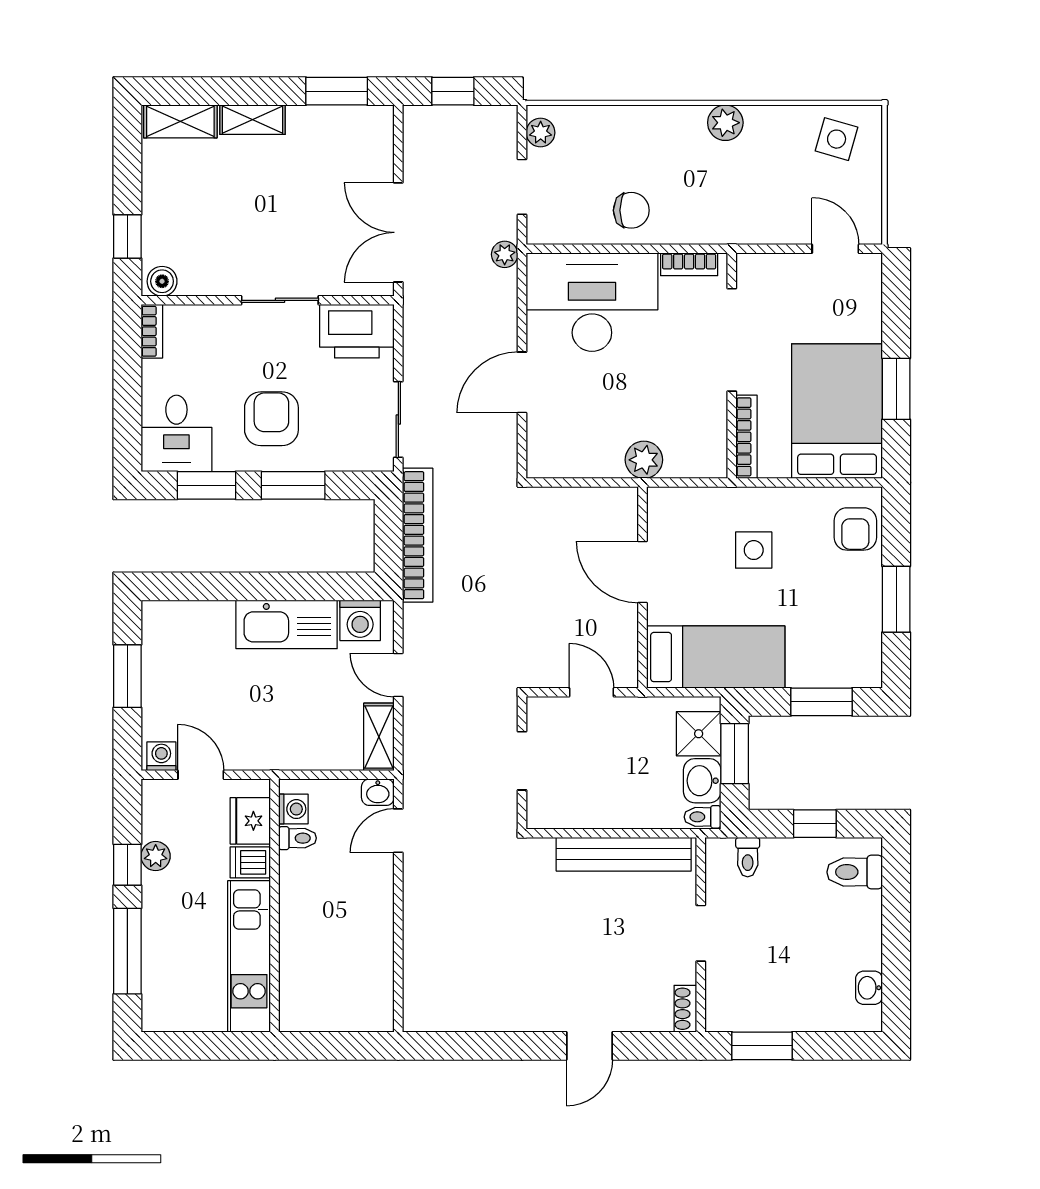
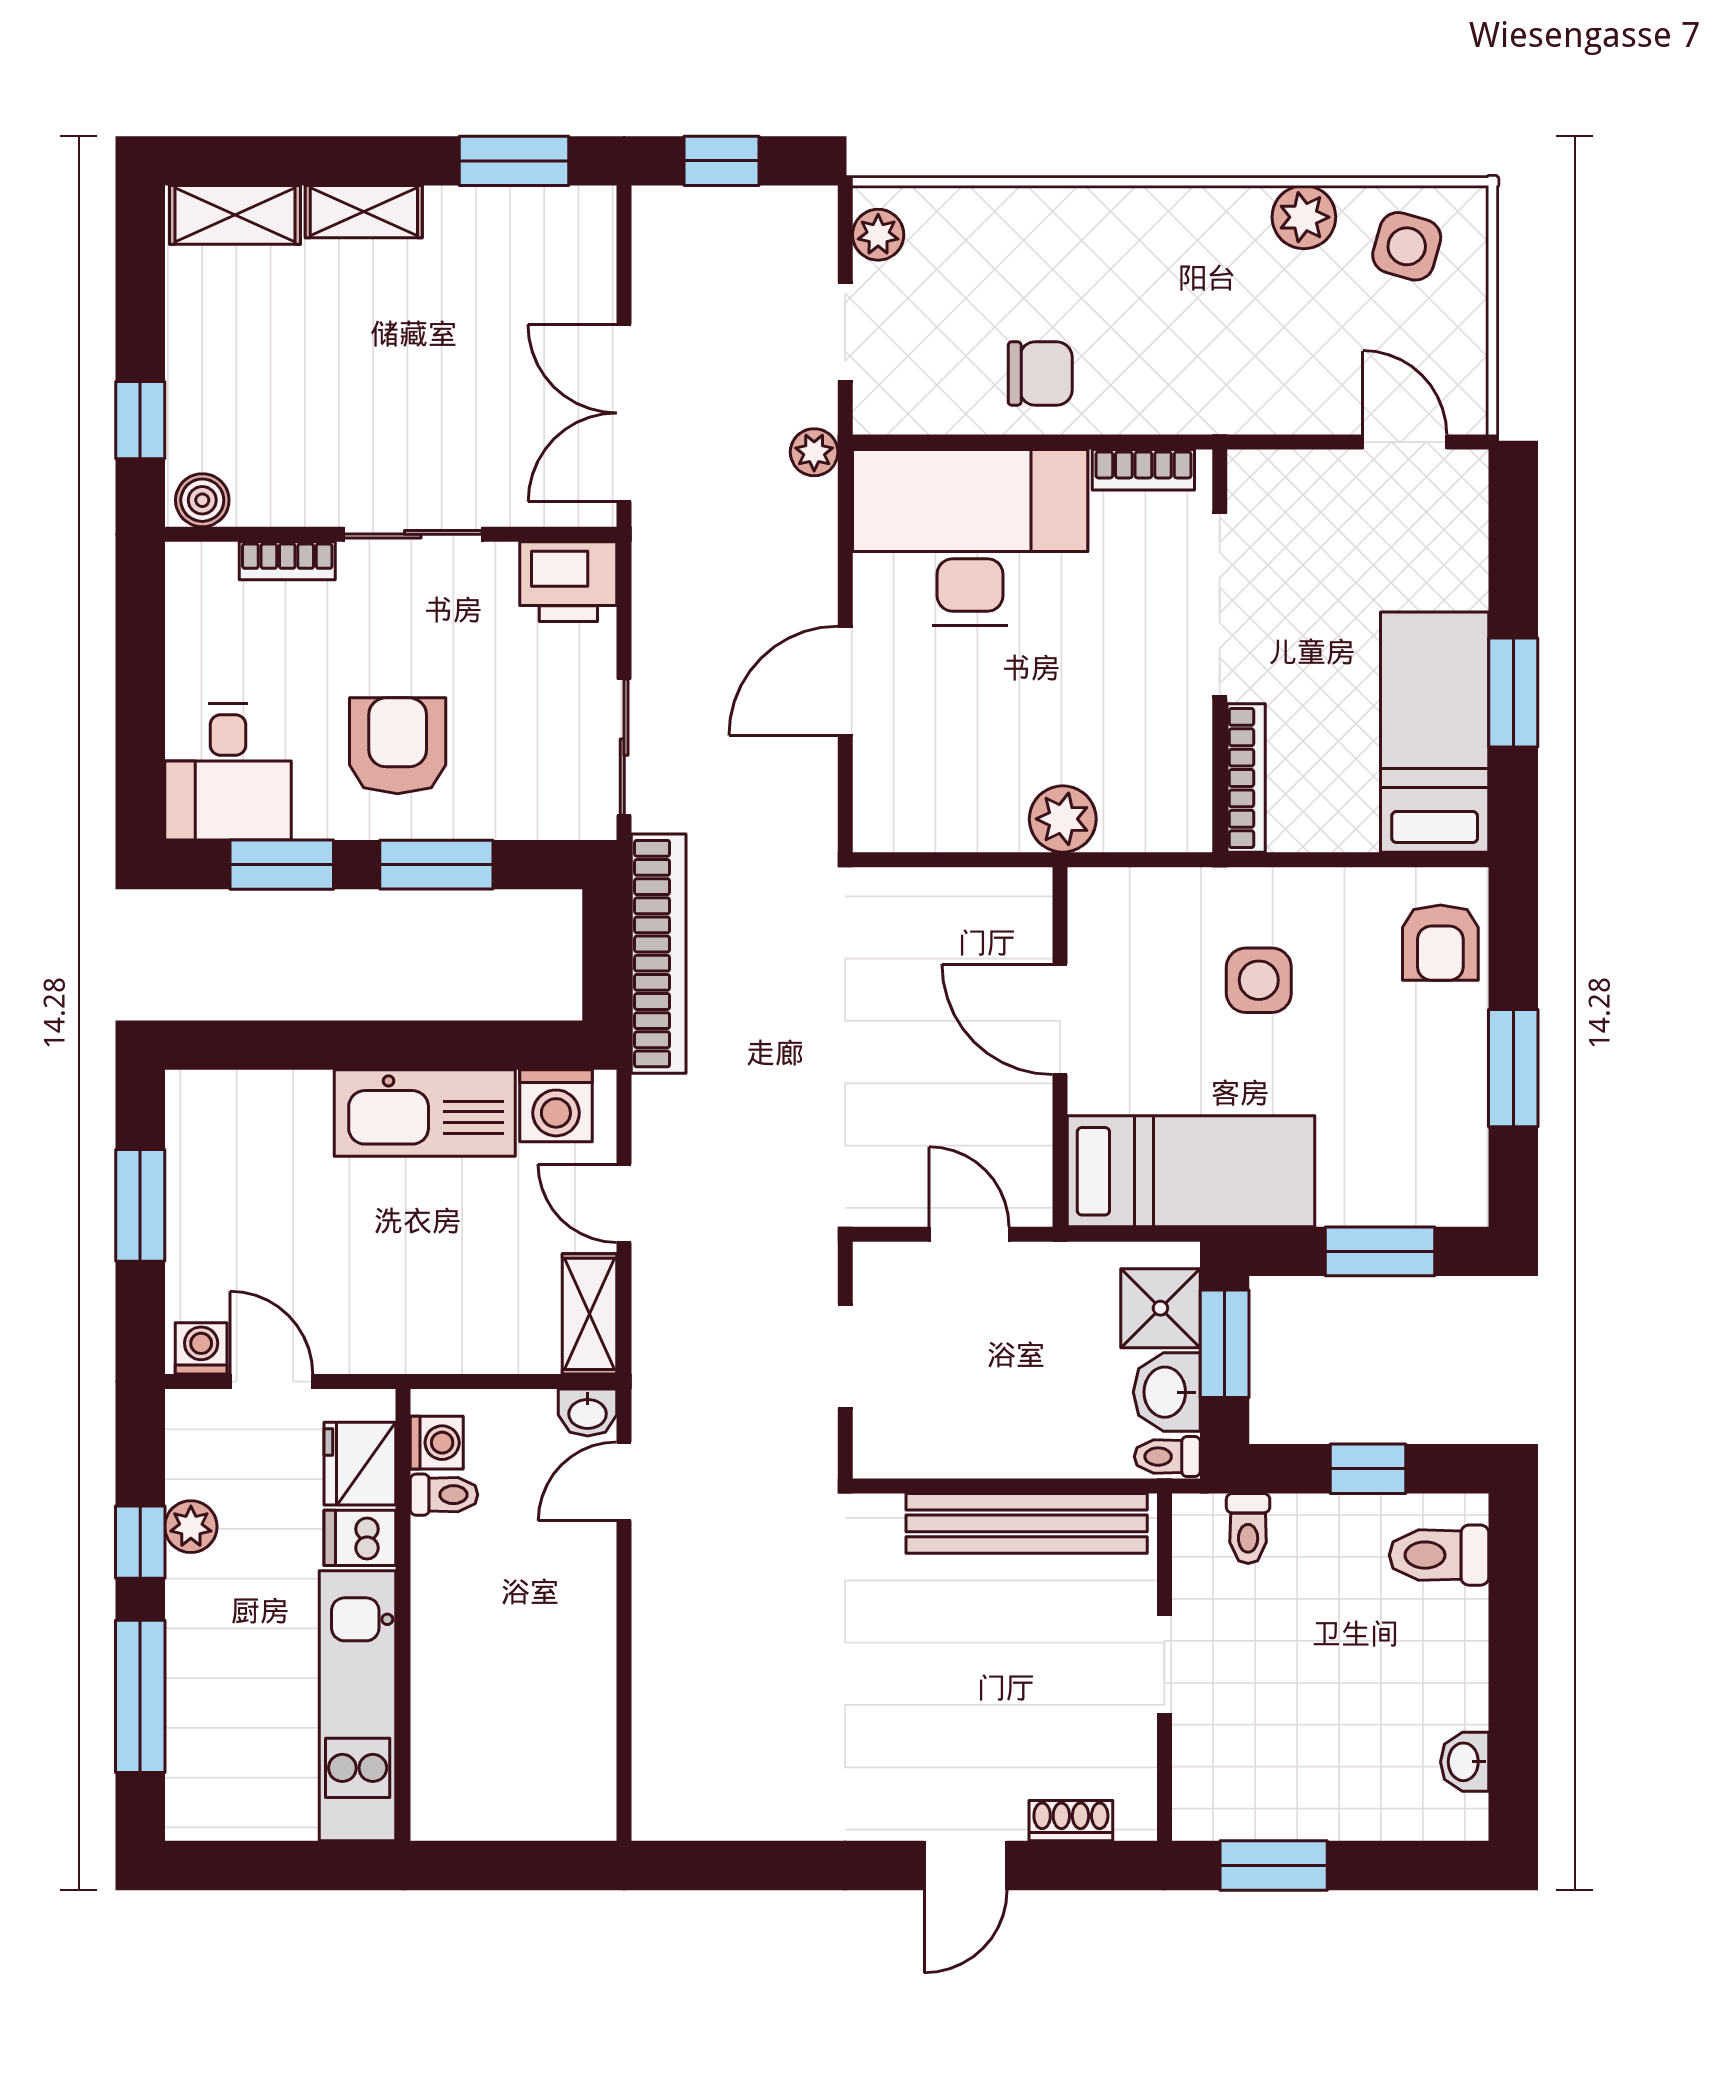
plant: (725, 123) -> (1304, 217), moved
bookcase: (152, 331) -> (287, 561), moved, turned 90
printer: (357, 331) -> (568, 582), width x0.73, depth x0.84
bed: (837, 411) -> (1435, 732), width x0.67
shoe rack: (685, 1009) -> (1071, 1821), moved, turned 90

